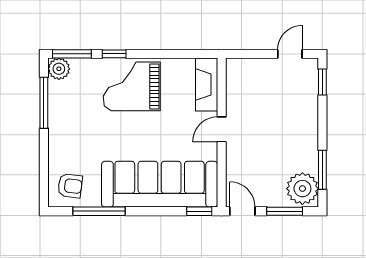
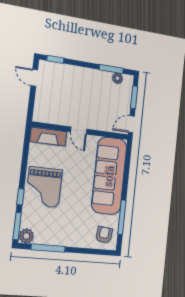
plant: (302, 189) -> (117, 78), width x0.53, depth x0.53
window: (199, 211) -> (129, 152), removed

